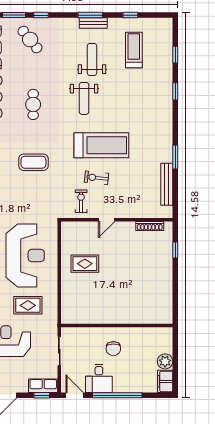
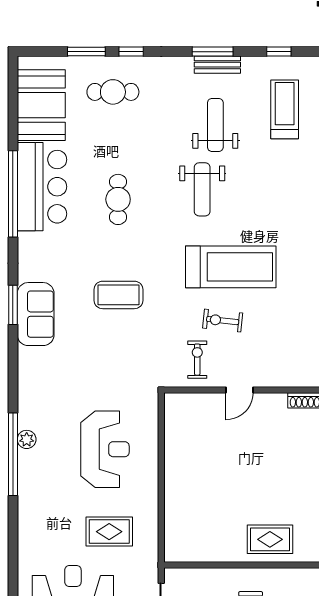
cafe table: (30, 39) -> (113, 92), turned -51
reception desk: (25, 256) -> (105, 449), width x0.74, depth x0.77
rug: (85, 264) -> (270, 539), moved

